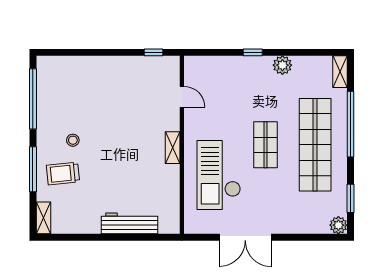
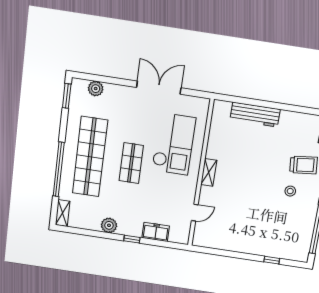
window: (153, 52) -> (272, 260), moved
freezer: (225, 66) -> (156, 232), added
door: (182, 97) -> (195, 213), swing flipped
window: (351, 198) -> (67, 96), moved
plant: (338, 225) -> (96, 89), moved

